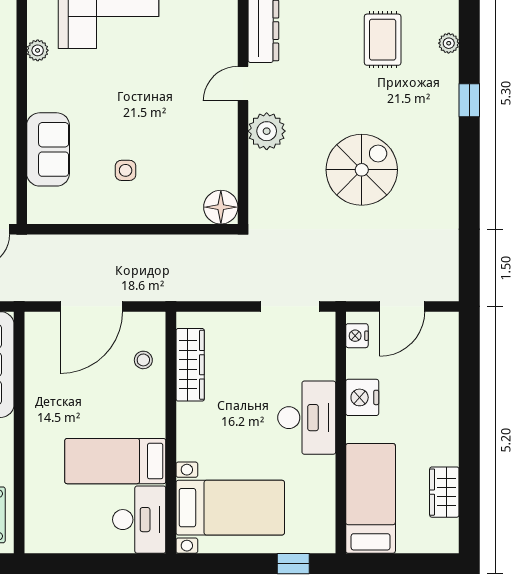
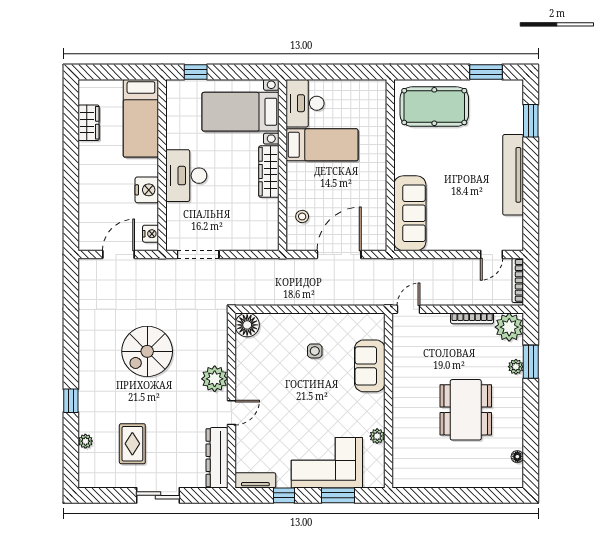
wardrobe: (190, 365) -> (269, 172), moved

